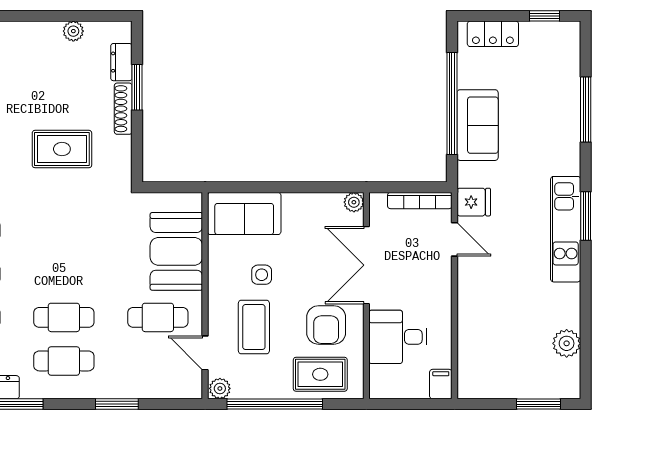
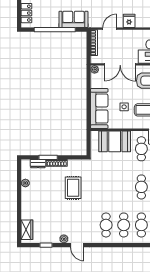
sofa: (478, 125) -> (73, 19), moved
fridge: (474, 202) -> (129, 21), moved
sofa: (244, 213) -> (99, 109), width x1.36

